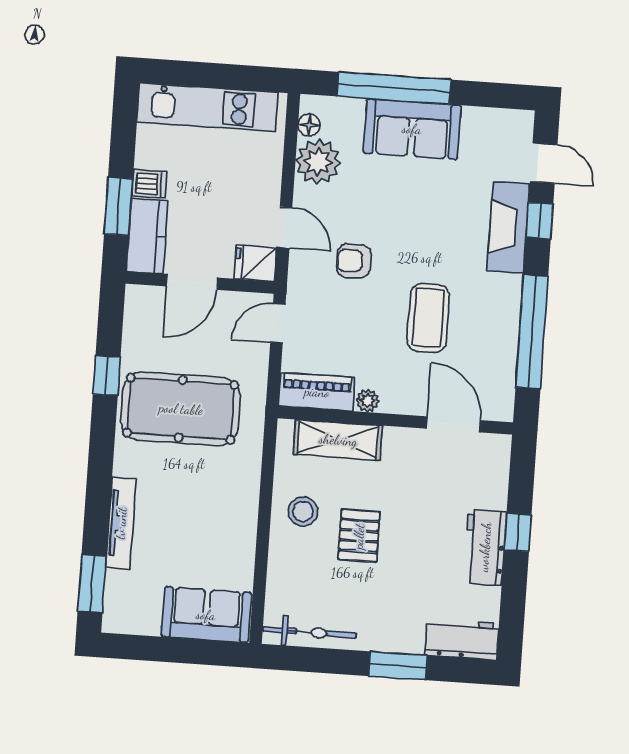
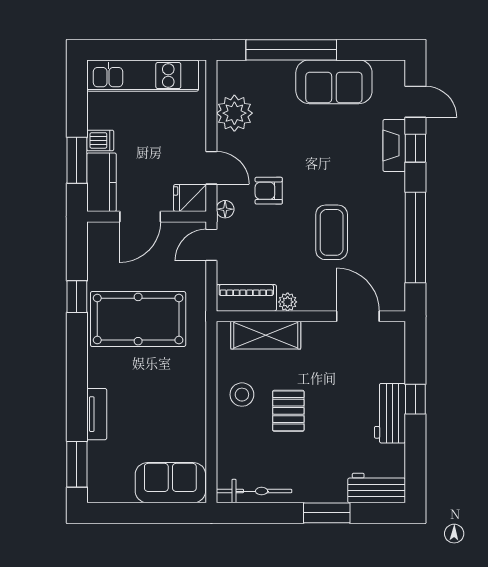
floor lamp: (309, 125) -> (225, 209), moved
sofa: (412, 129) -> (334, 82), moved
fireplace: (508, 227) -> (394, 145), width x0.73, depth x0.76
tv unit: (121, 523) -> (97, 414), width x0.71

